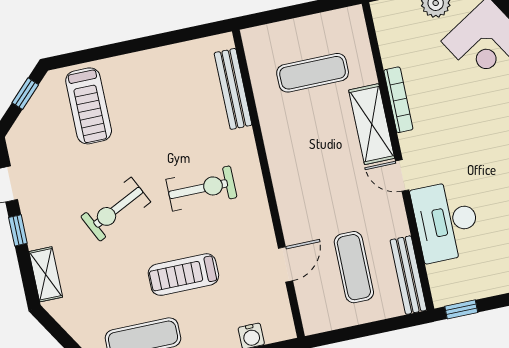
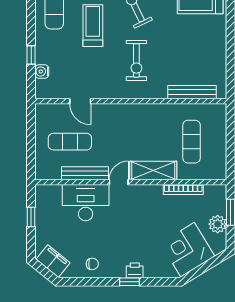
bookcase: (398, 100) -> (183, 190), moved
treadmill: (183, 275) -> (93, 26), moved
bench: (408, 275) -> (85, 173), moved
window: (461, 309) -> (31, 217), moved

